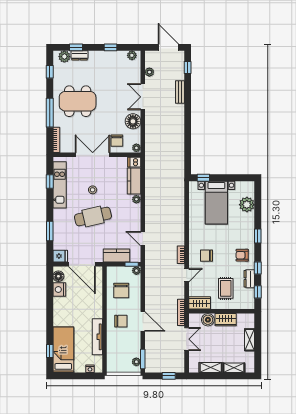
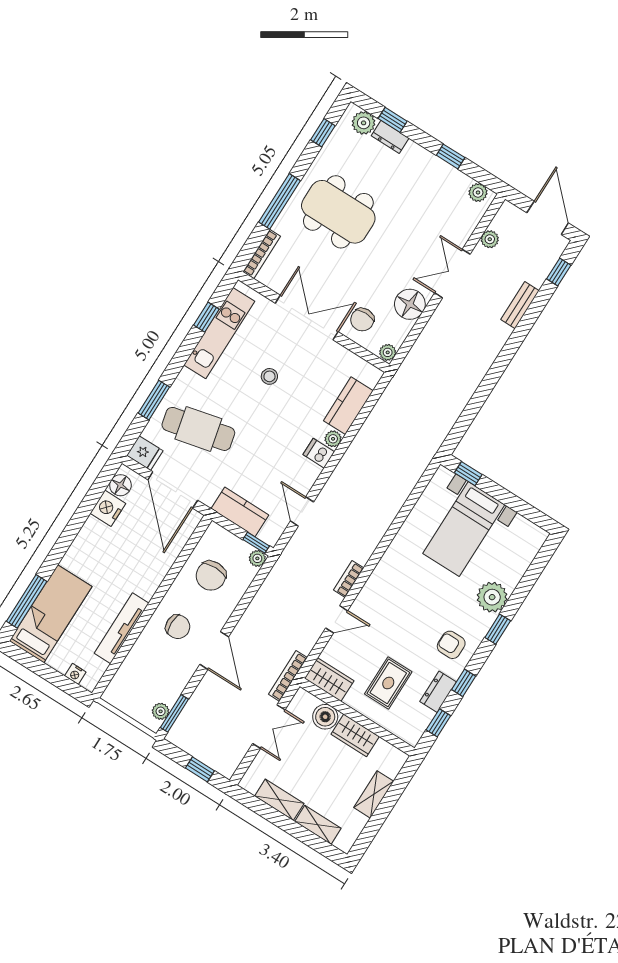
dishwasher: (134, 162) -> (319, 453), moved
plant: (247, 205) -> (492, 597), moved
cafe table: (93, 217) -> (198, 429), moved
chair: (206, 256) -> (391, 608), removed
window: (50, 351) -> (27, 601), width x2.17

